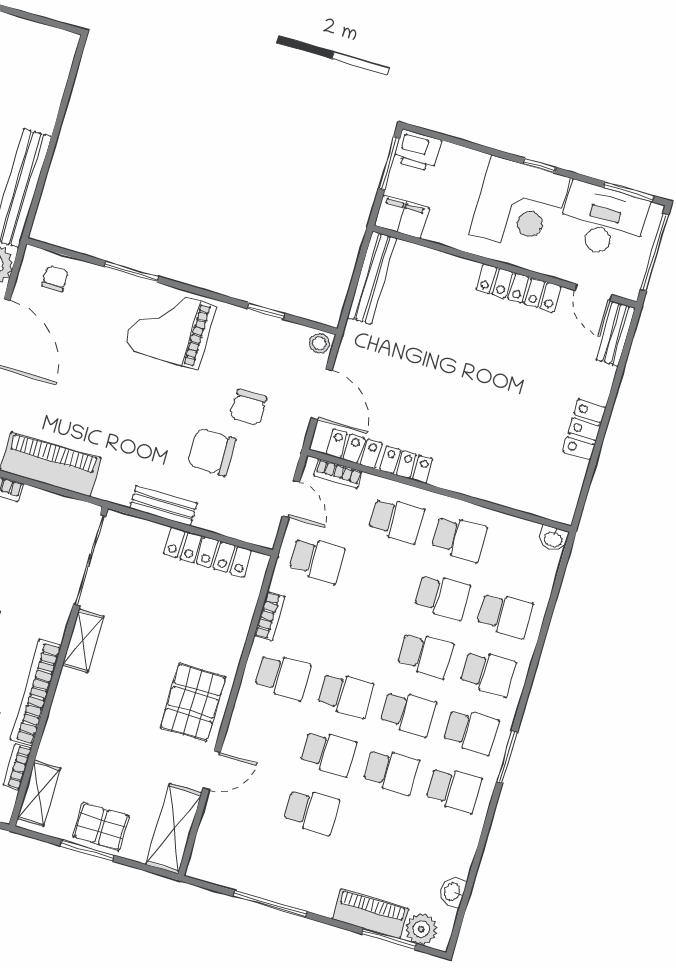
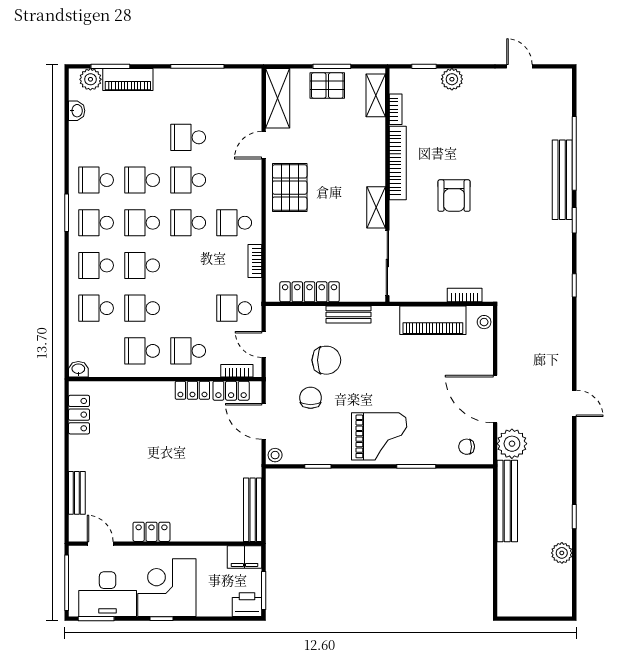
chair: (55, 278) -> (467, 447), turned 90
locker: (518, 288) -> (151, 532), width x0.66
bench: (616, 334) -> (77, 493), moved
locker: (584, 429) -> (79, 415), moved

